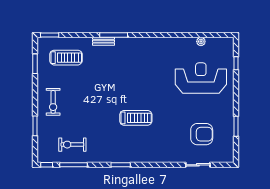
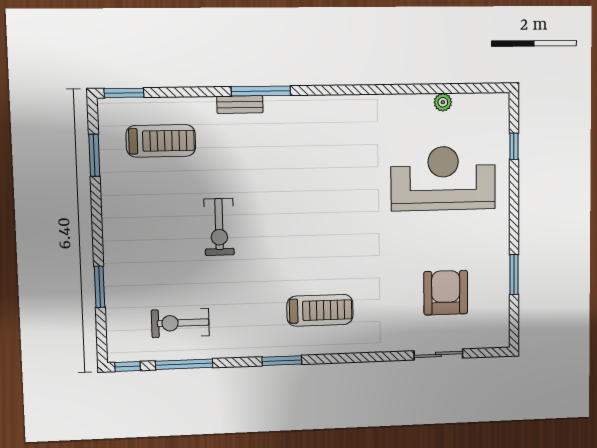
exercise bike: (53, 102) -> (219, 227), moved
treadmill: (136, 118) -> (320, 310), moved
armchair: (202, 134) -> (446, 293), turned -90

